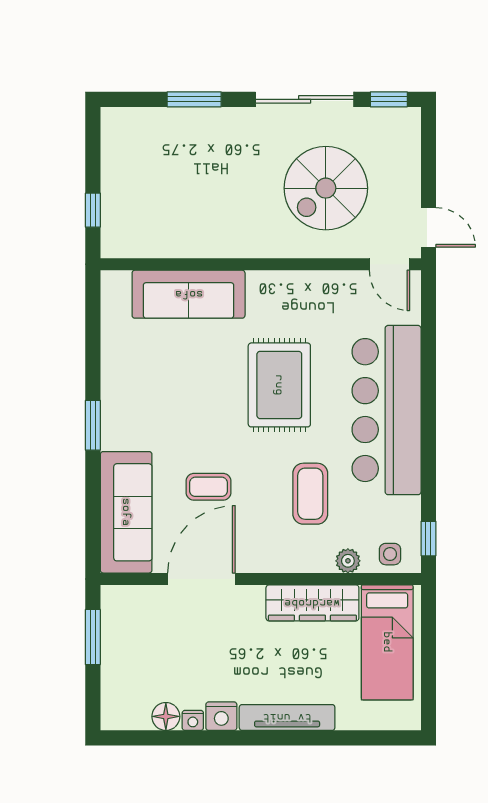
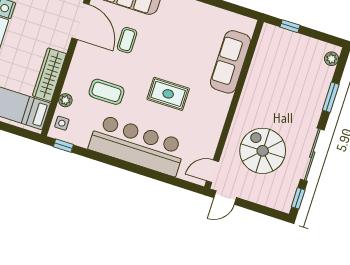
plant: (127, 119) -> (332, 59), added
rug: (279, 385) -> (168, 94), width x0.73, depth x0.70

